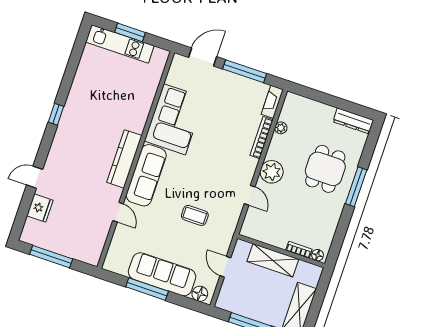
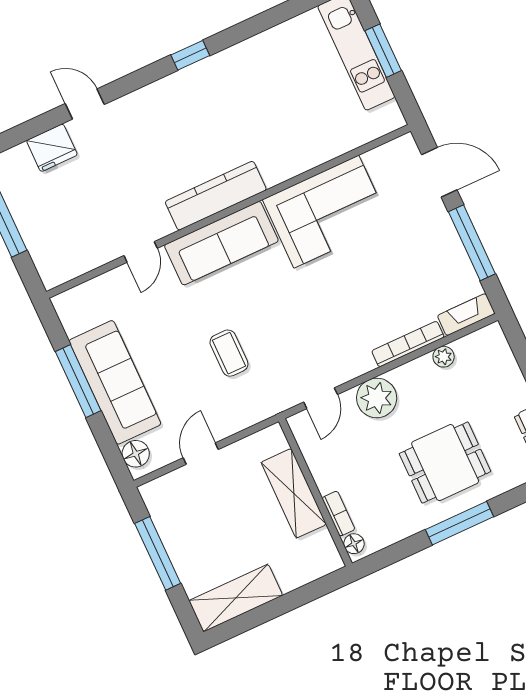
bookcase: (299, 250) -> (338, 514), moved
wall: (281, 251) -> (315, 492), moved
floor lamp: (318, 255) -> (354, 544), moved
shelving: (273, 260) -> (294, 493), moved

